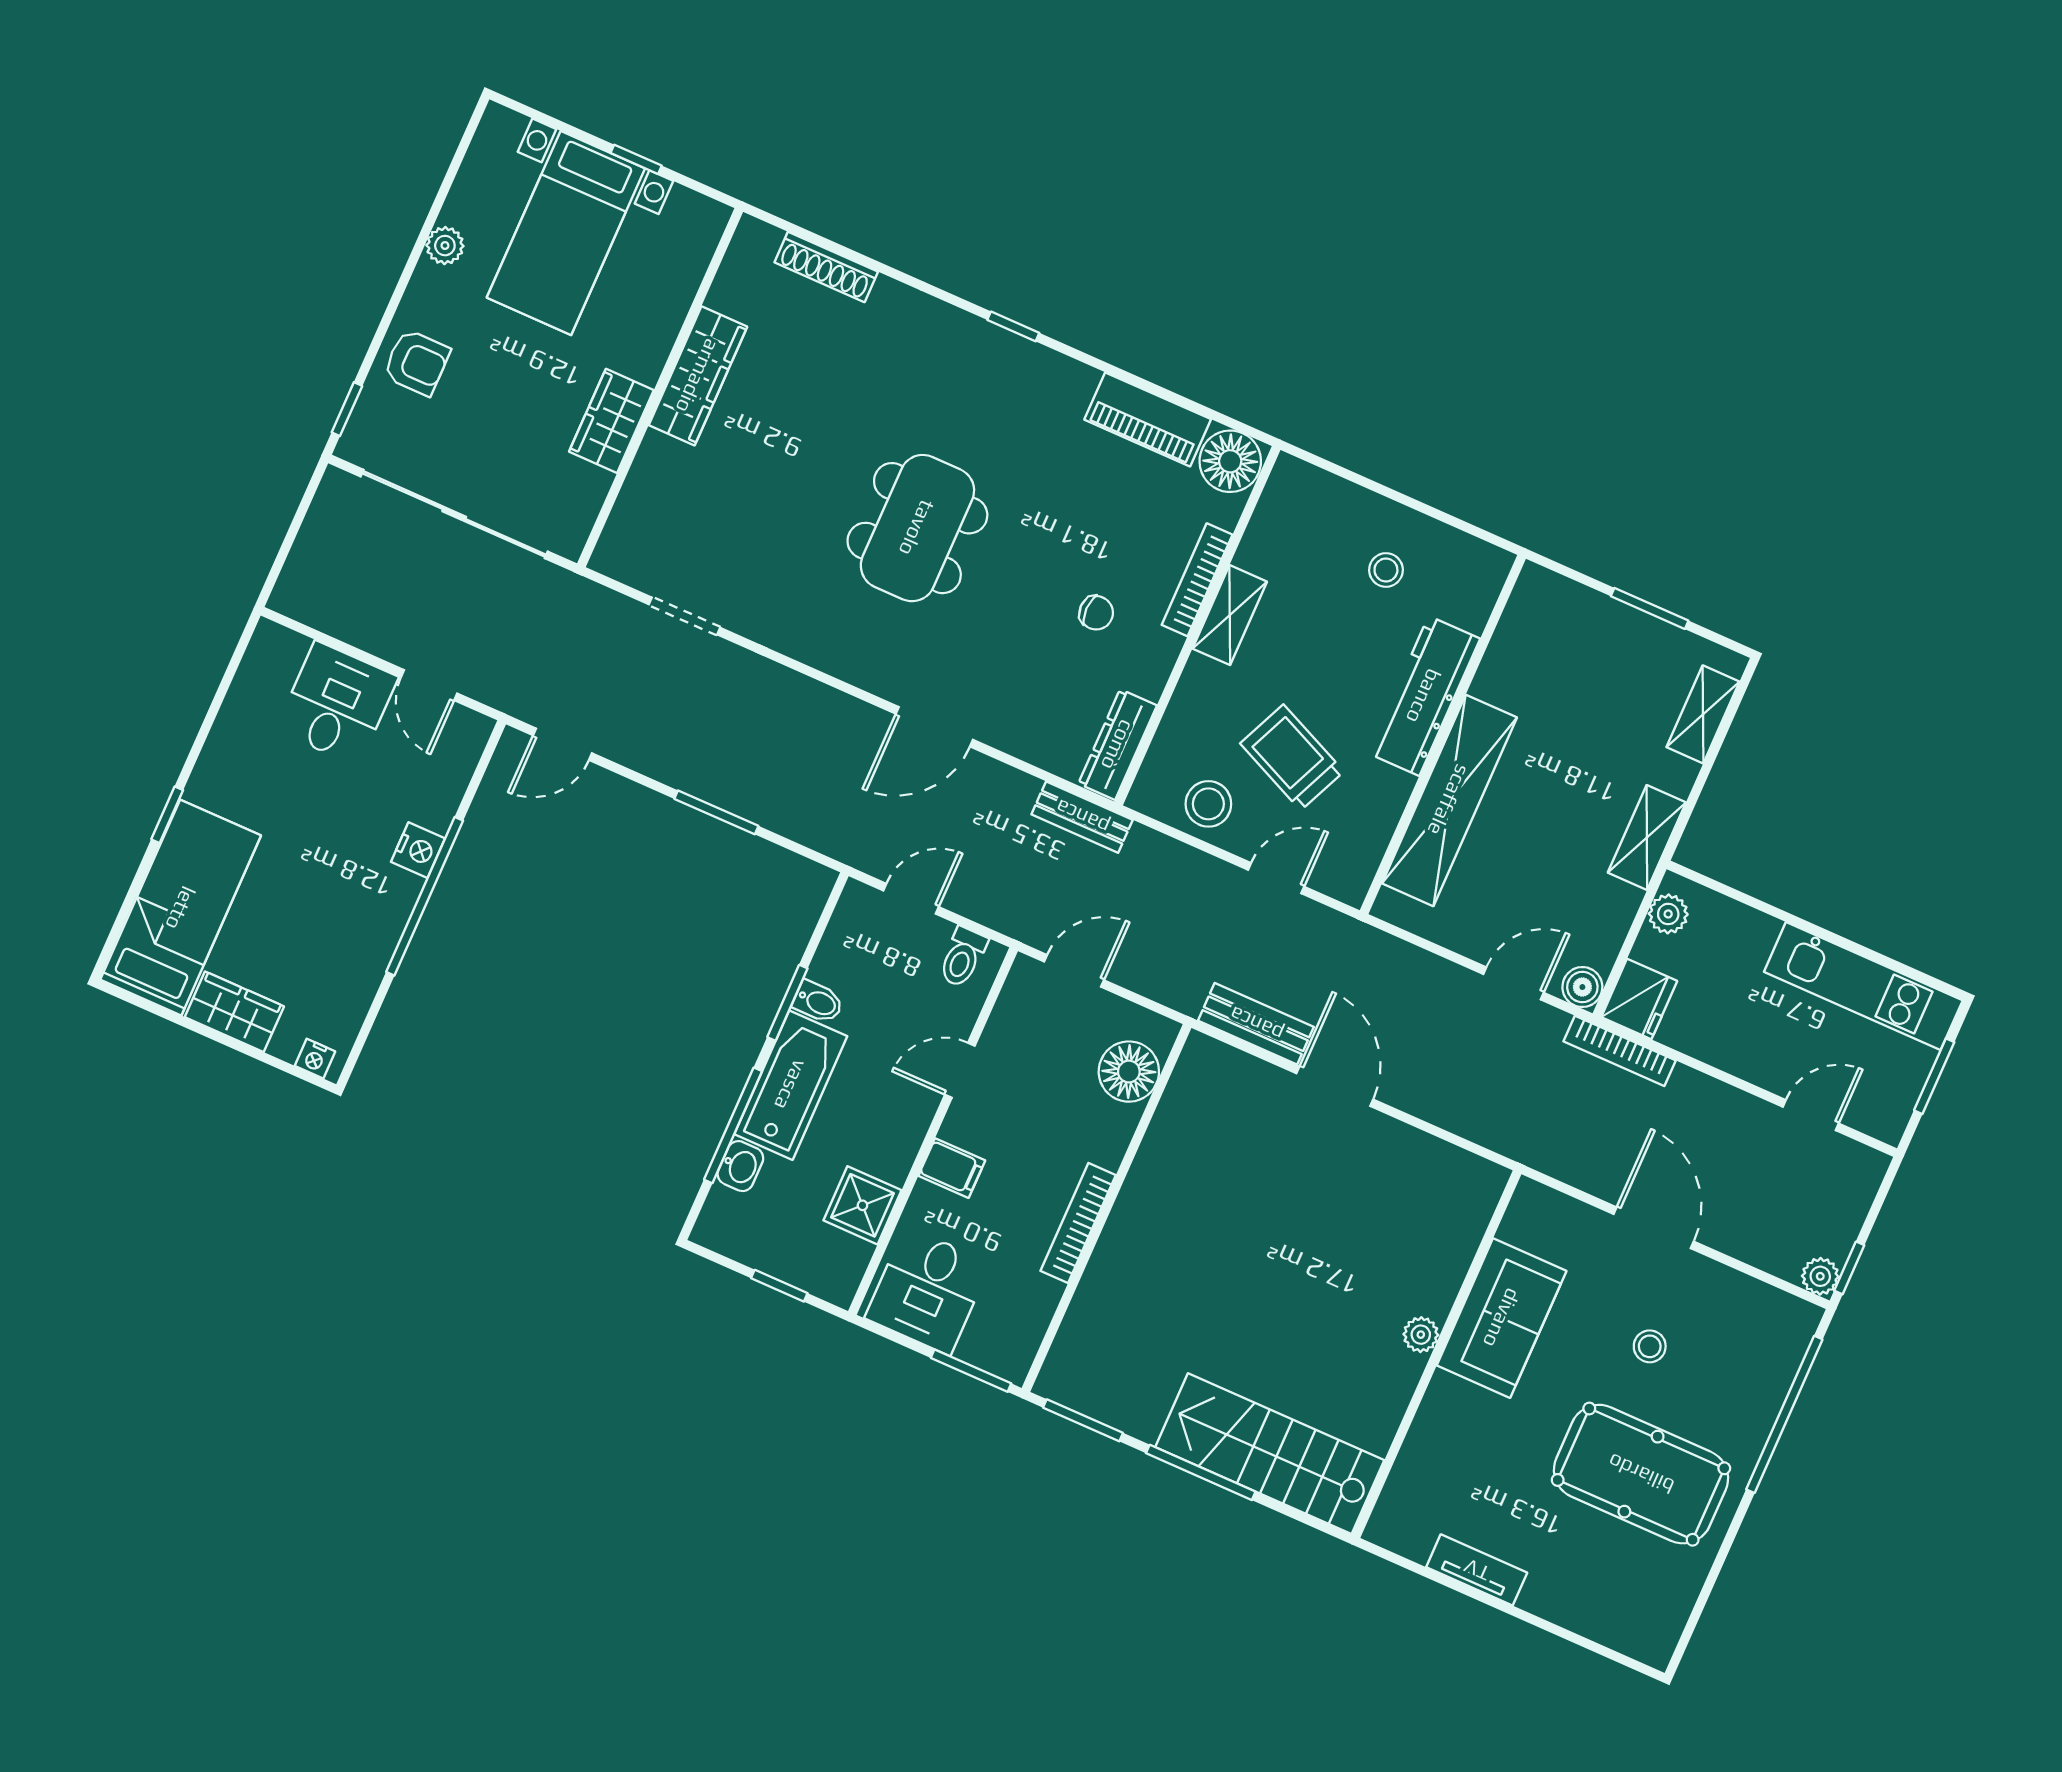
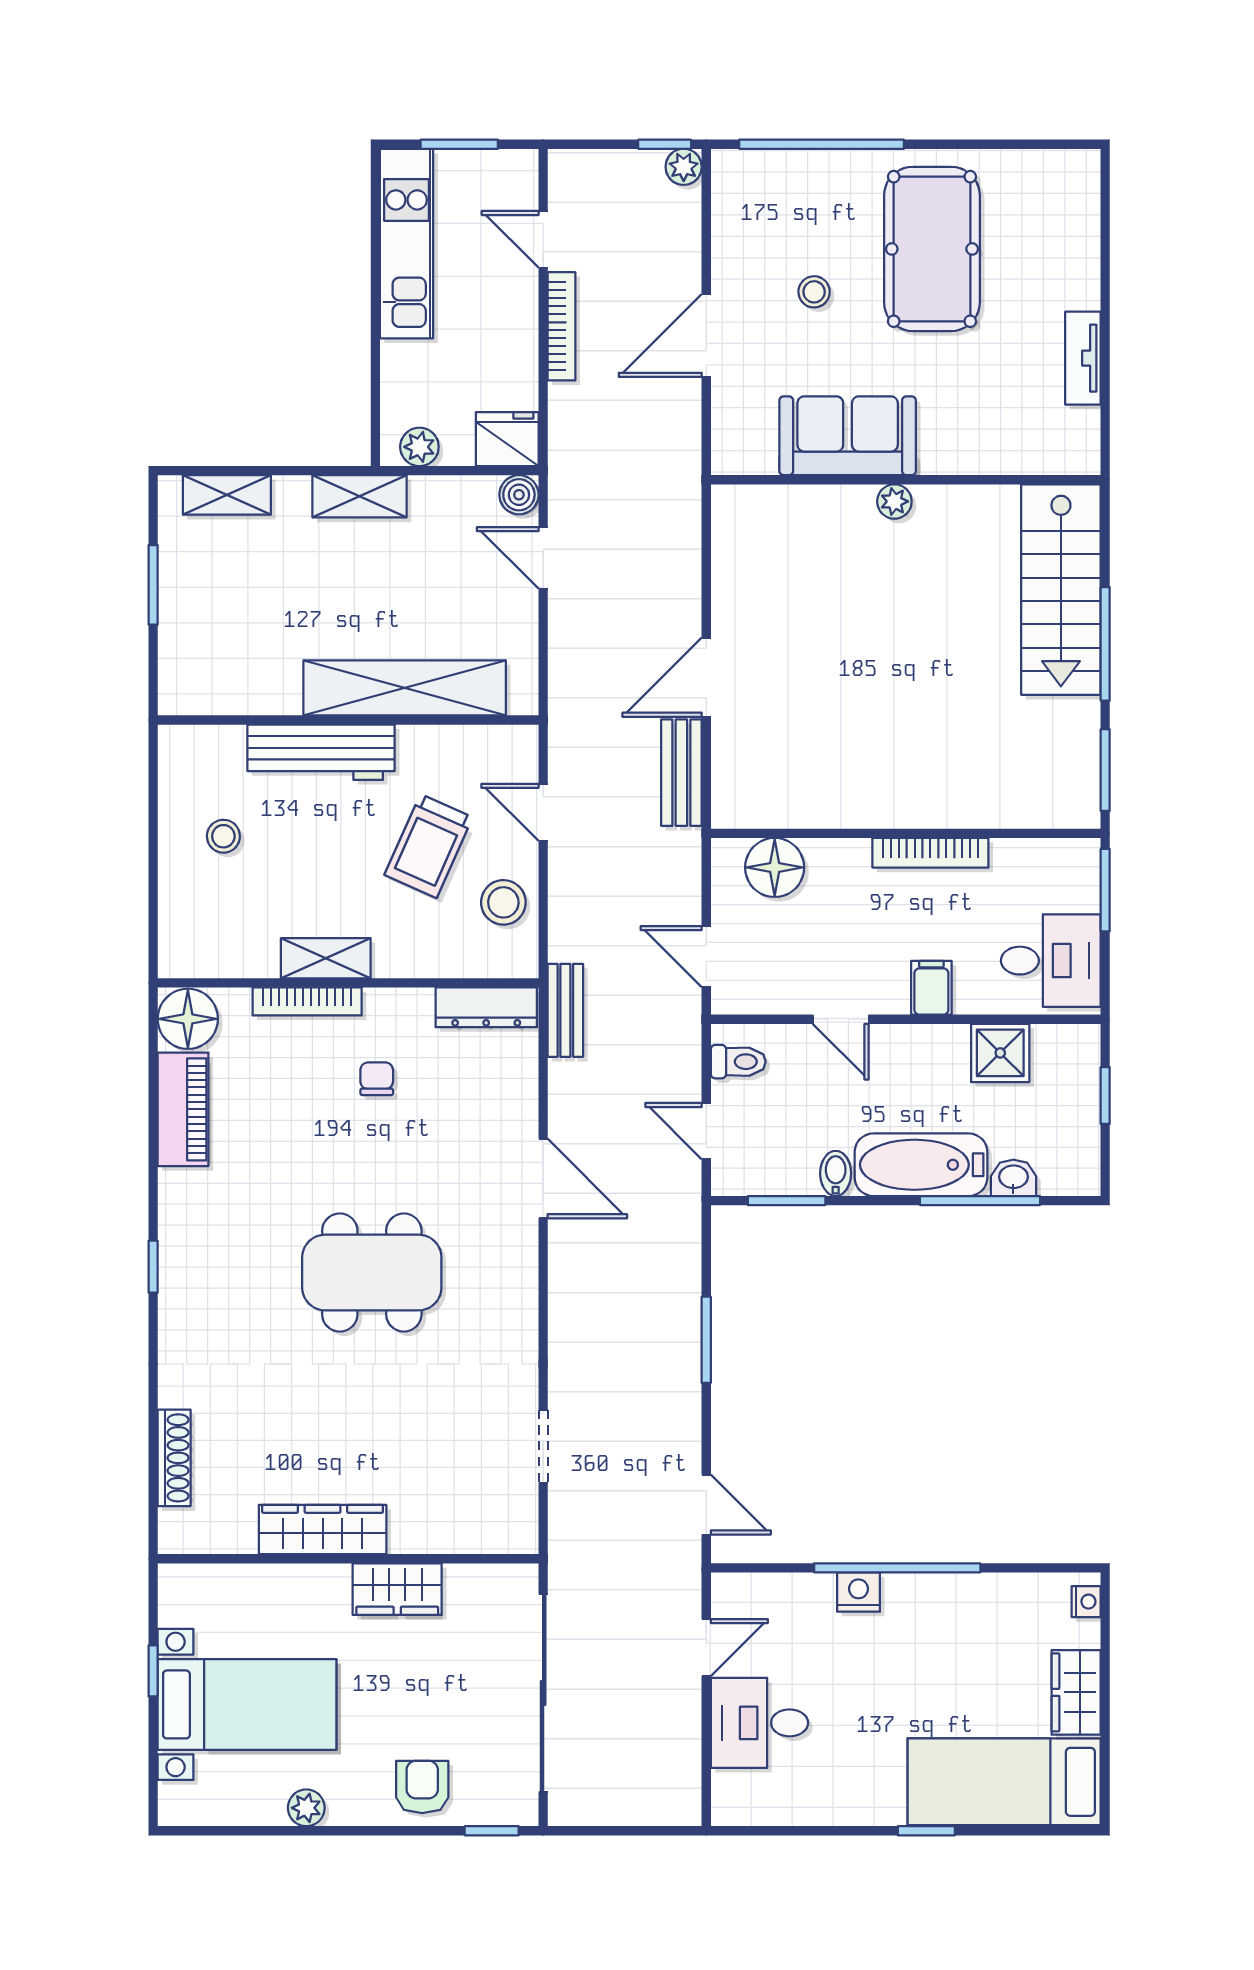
window: (787, 1003) -> (787, 1201), moved
bookcase: (1620, 1051) -> (561, 326), moved

